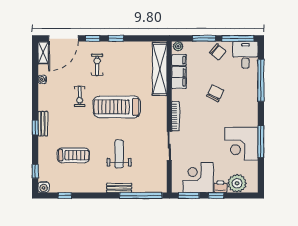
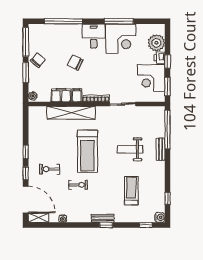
desk: (245, 55) -> (94, 36), moved, turned 90
filing cabinet: (179, 60) -> (77, 95), moved
shelving: (160, 69) -> (71, 113), moved

